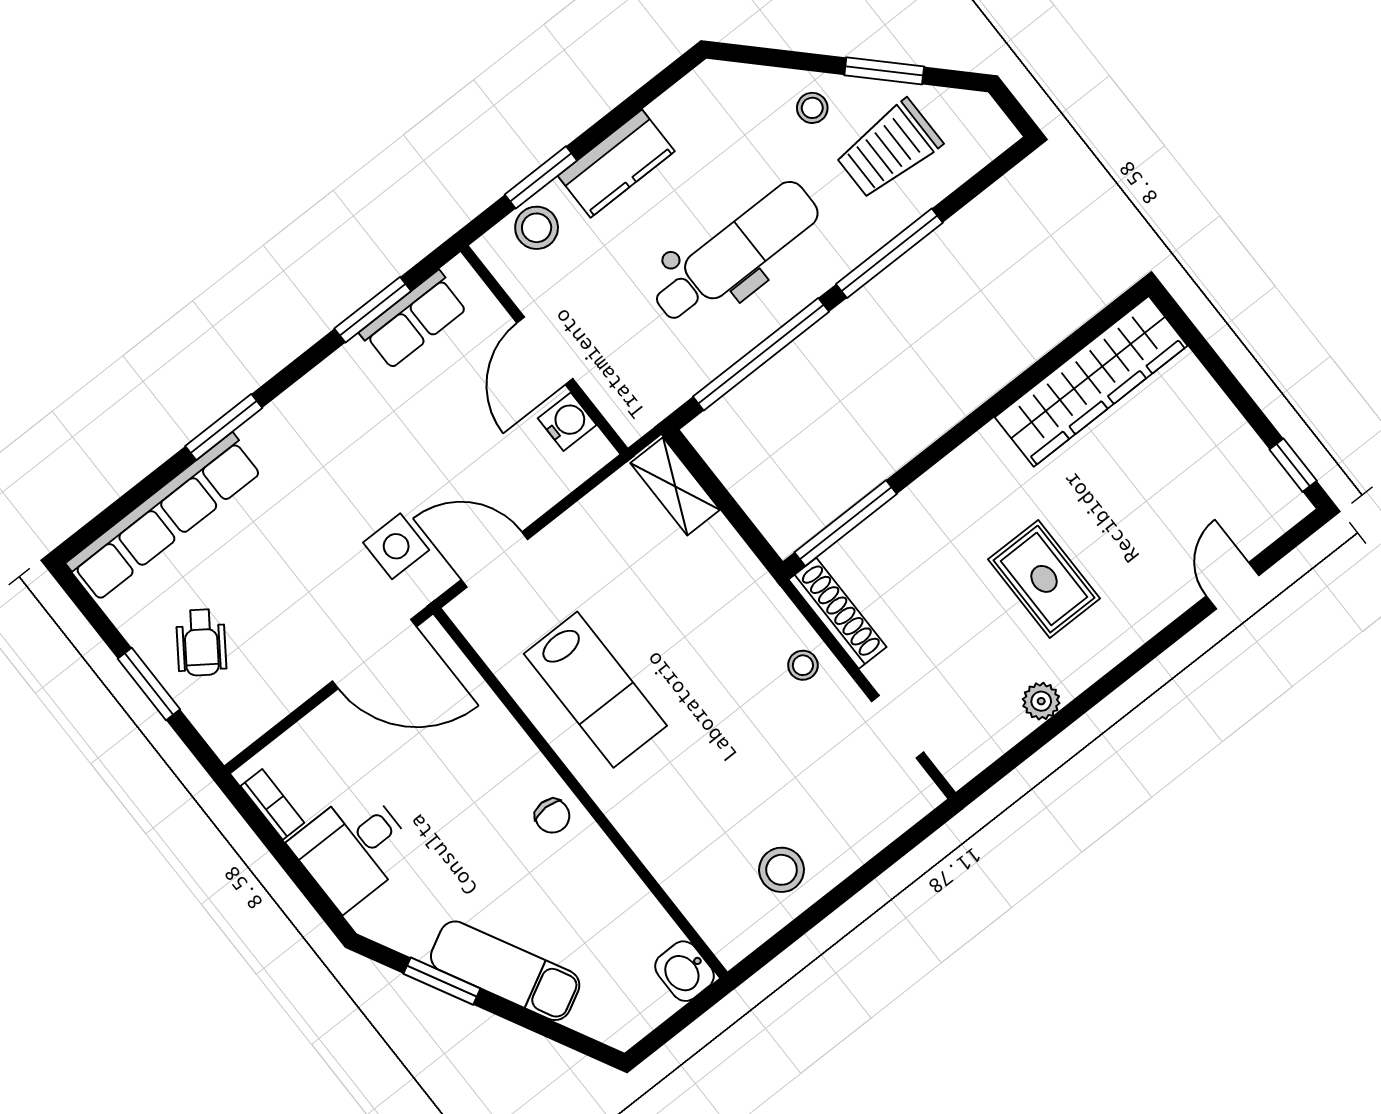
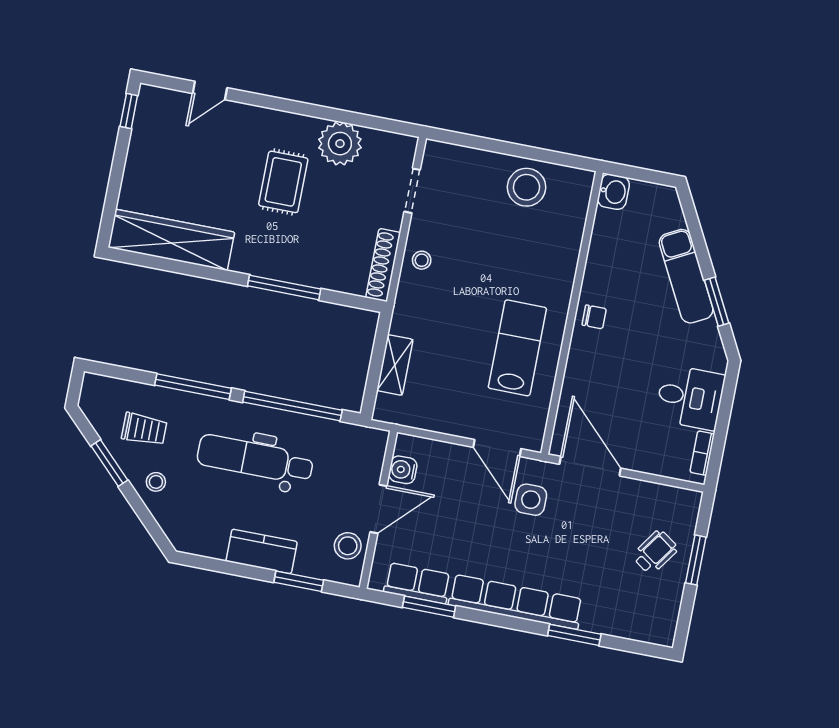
trolley: (889, 149) -> (144, 429), width x0.73, depth x0.72
stool: (537, 228) -> (348, 546), moved
window: (224, 427) -> (574, 635), moved
shelving: (675, 486) -> (395, 365), moved
row of seats: (164, 517) -> (516, 602), moved
window: (846, 523) -> (284, 287), moved
plant: (1041, 701) -> (340, 144), width x1.88, depth x1.88
chair: (552, 816) -> (594, 317), turned 90
stool: (782, 870) -> (527, 187), width x1.38, depth x1.38

